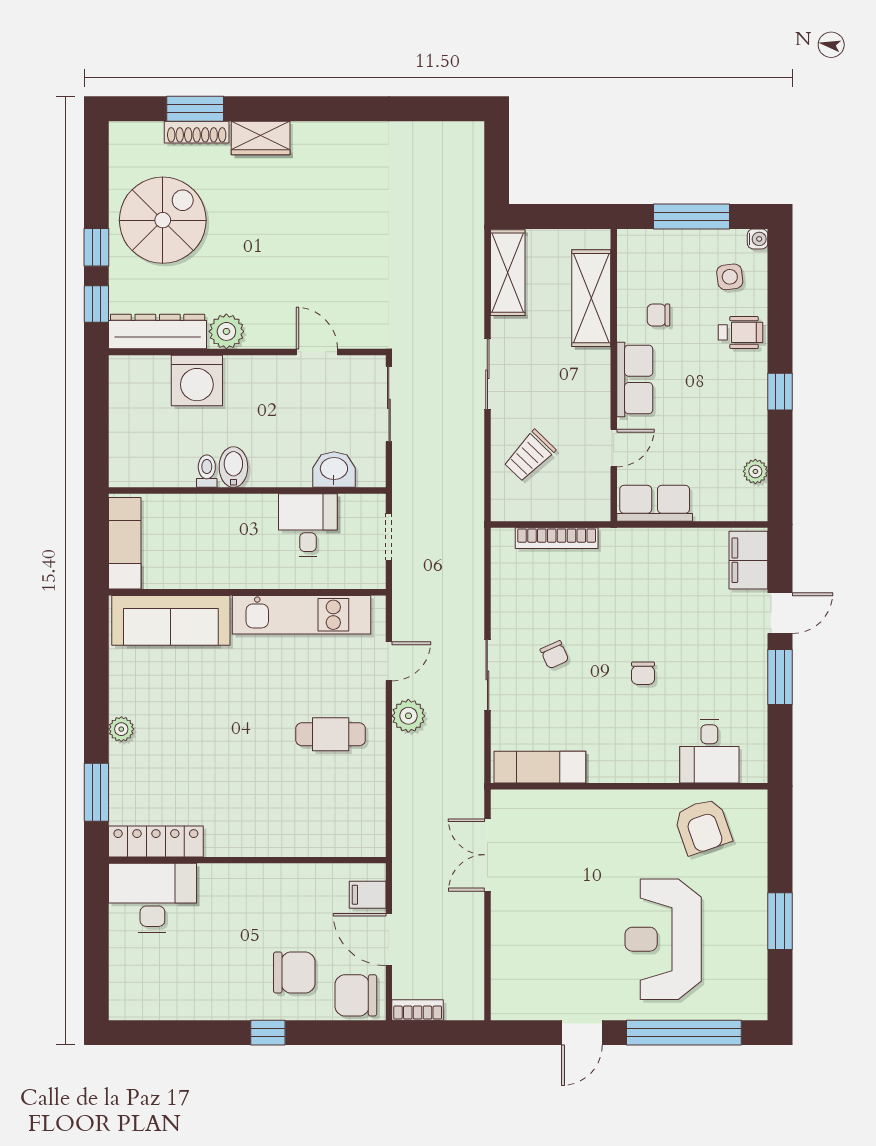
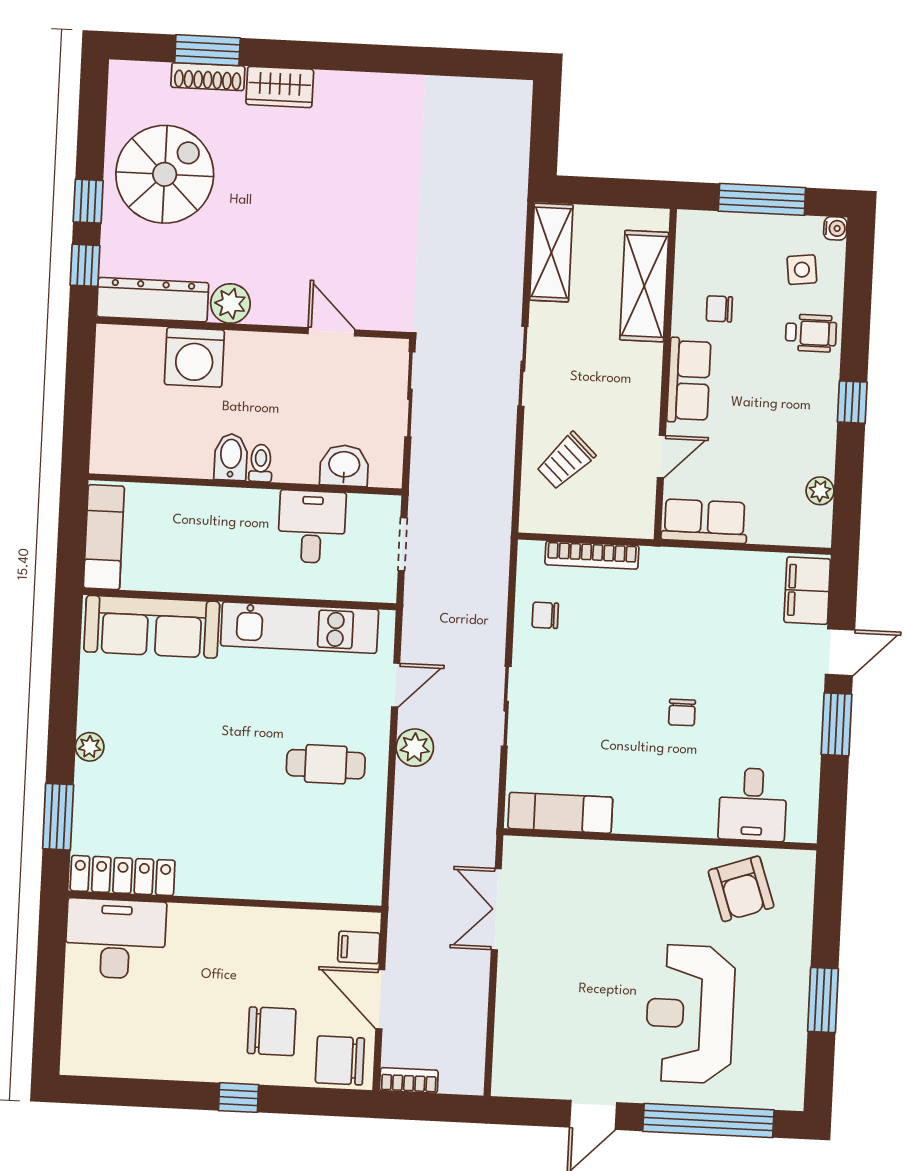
toilet: (207, 471) -> (261, 463), moved
chair: (554, 655) -> (545, 615), moved, turned 114

